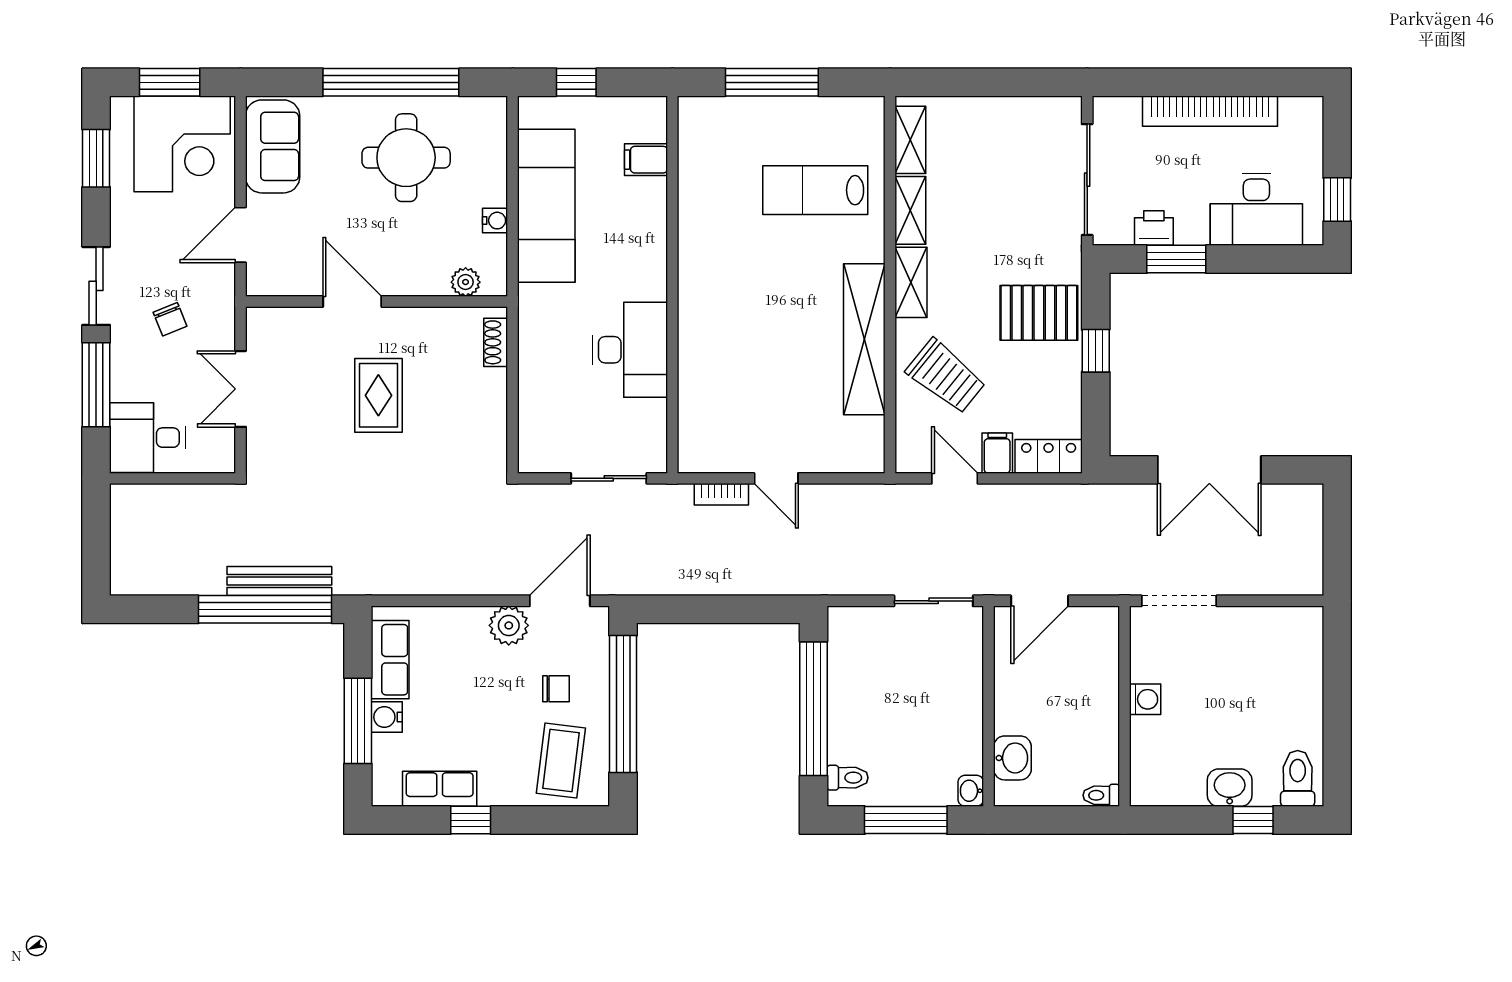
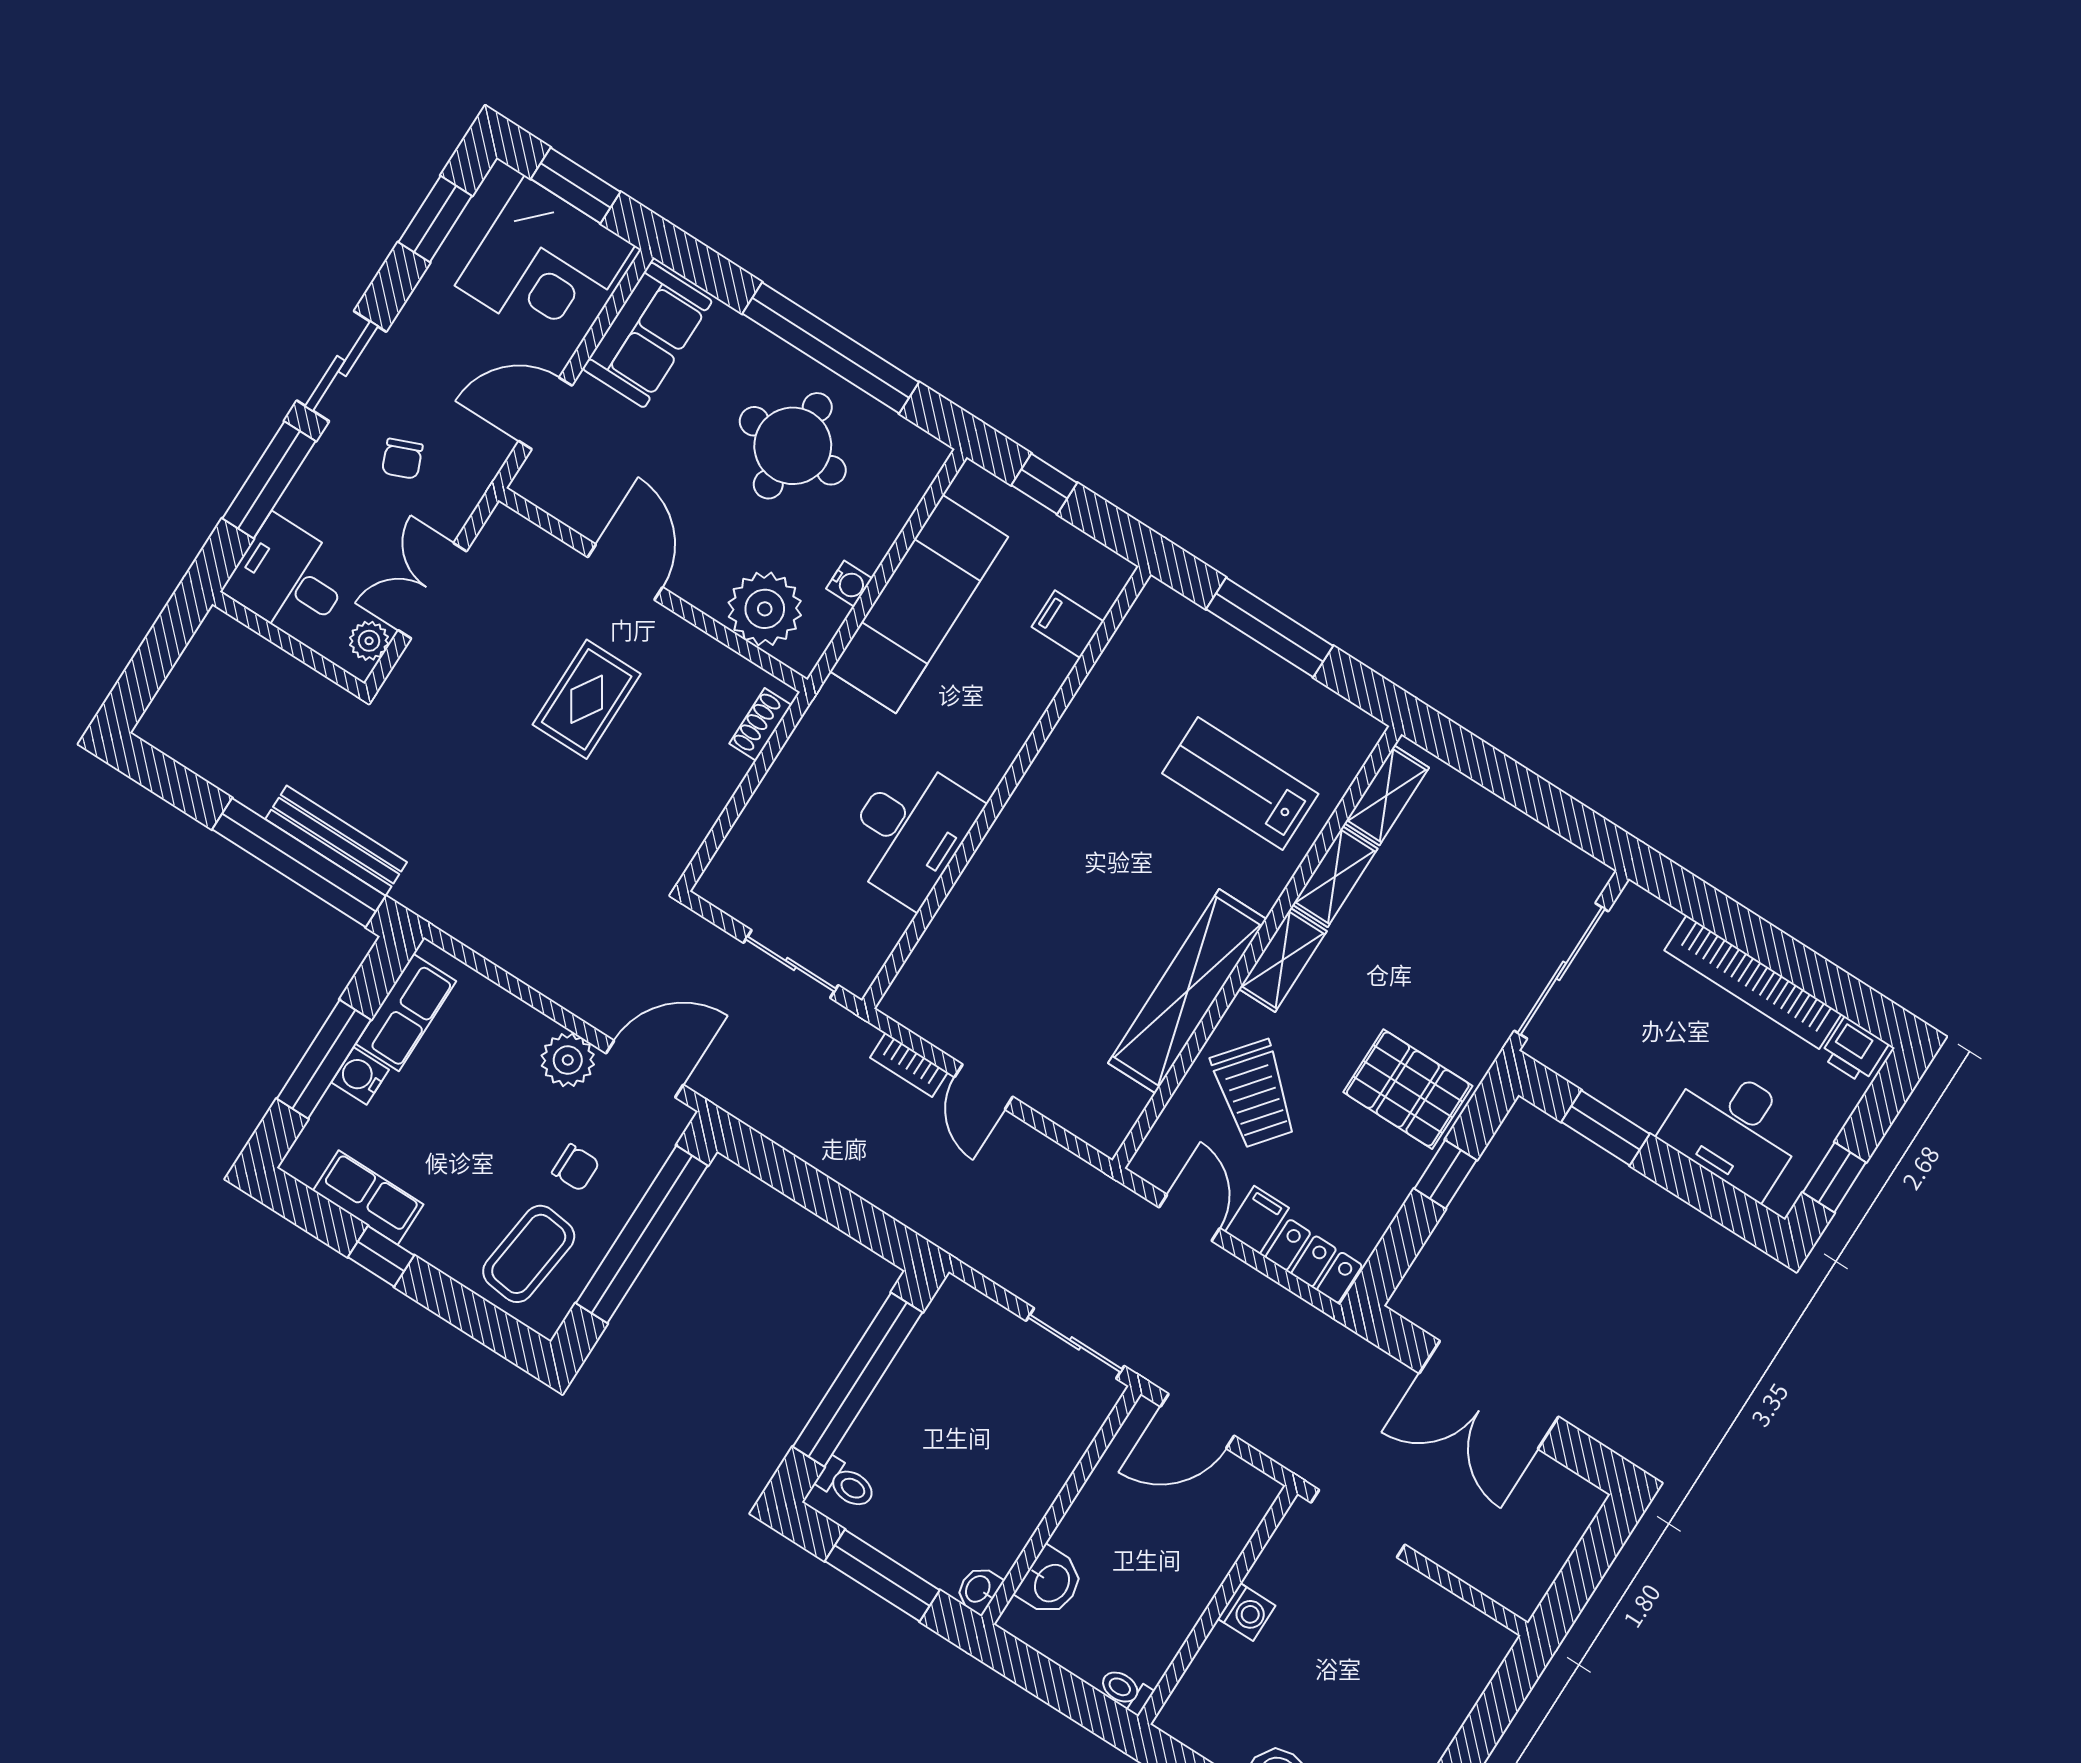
printer: (1154, 228) -> (1854, 1050), moved, turned 180
plant: (466, 282) -> (765, 609), width x1.88, depth x1.88
plant: (221, 445) -> (369, 641), added

